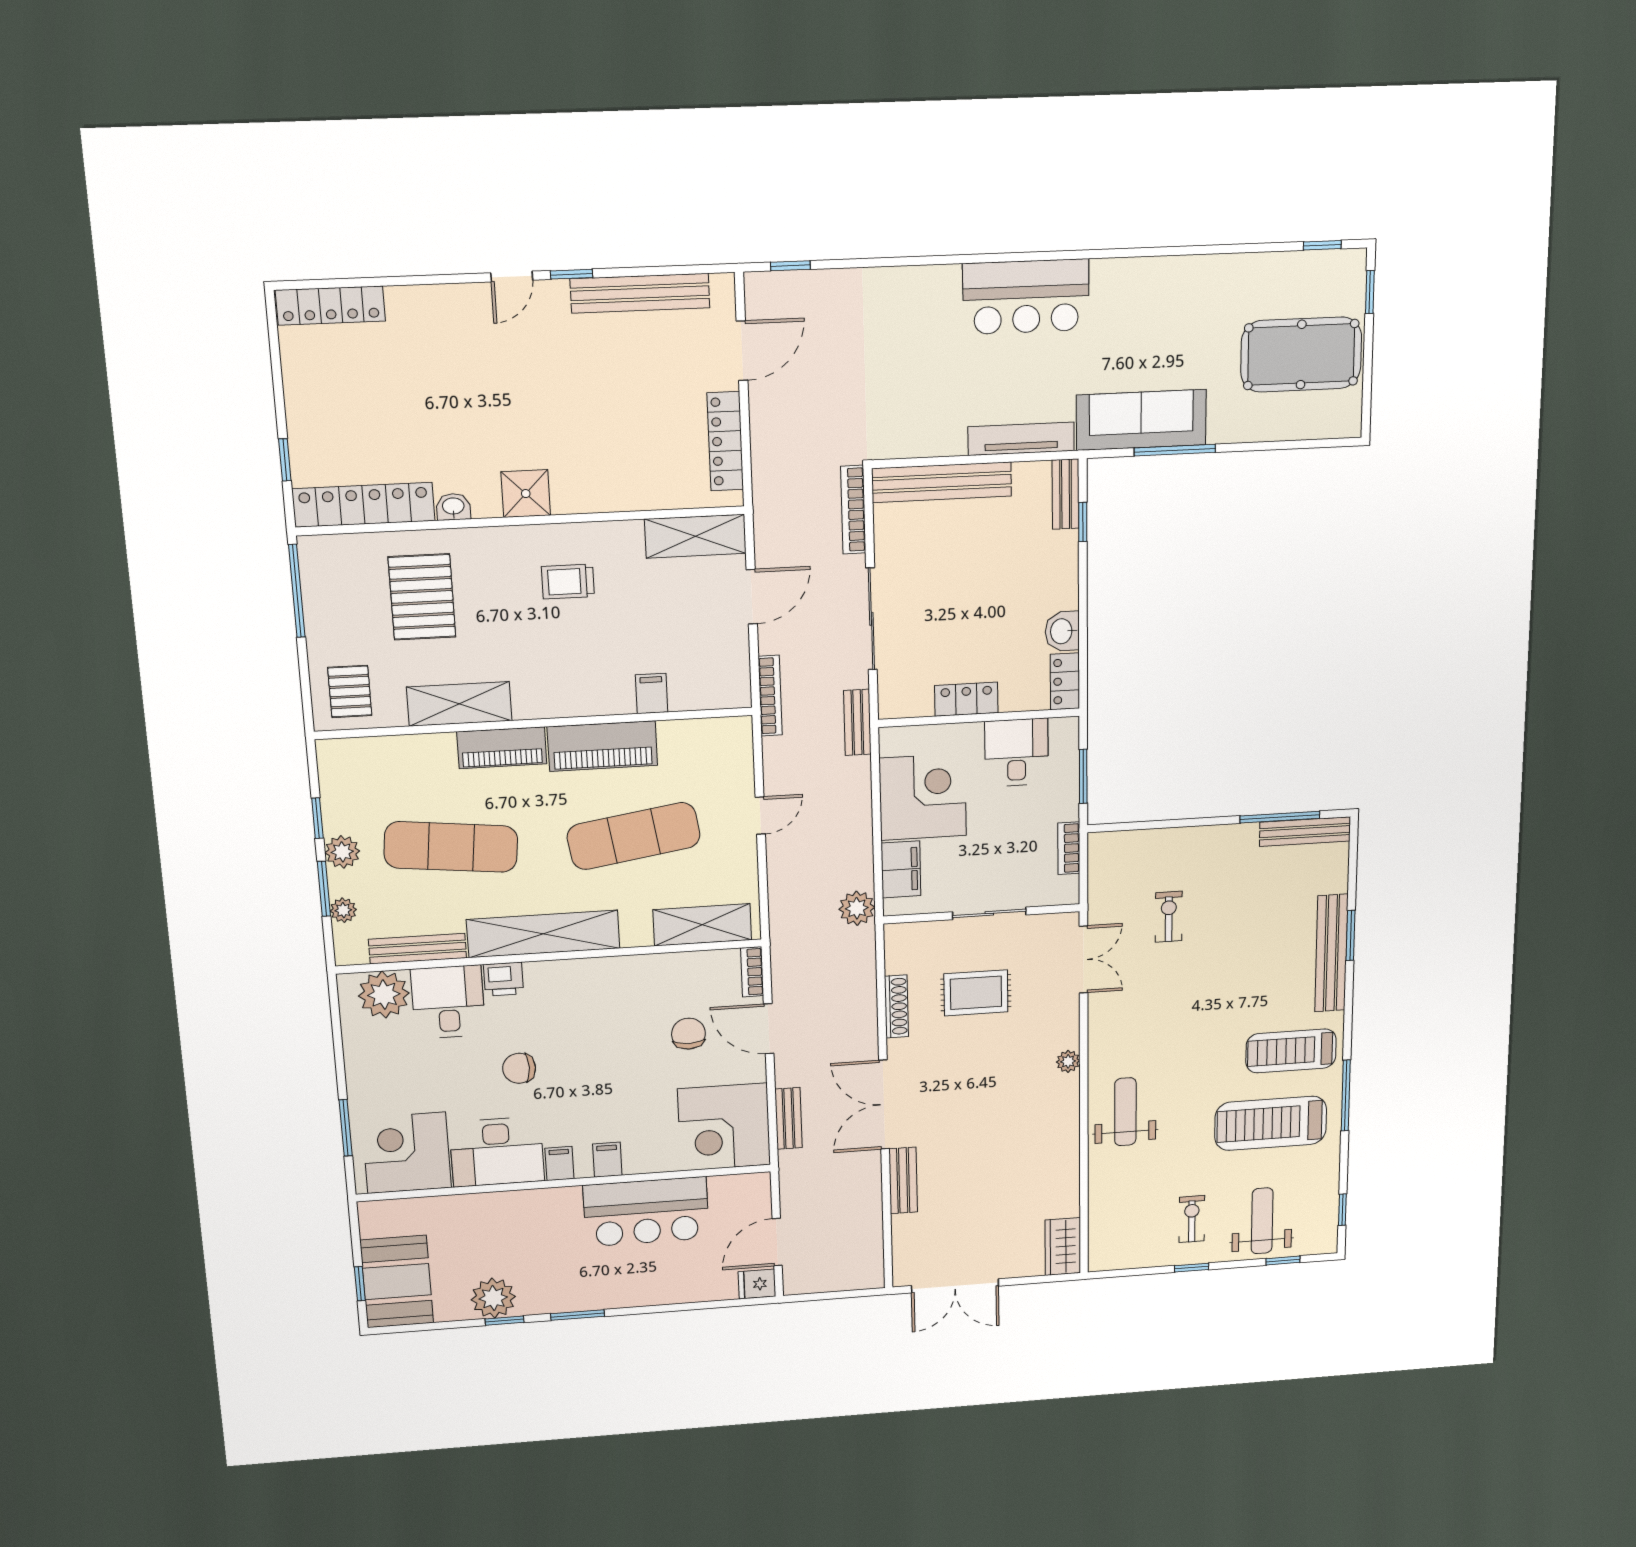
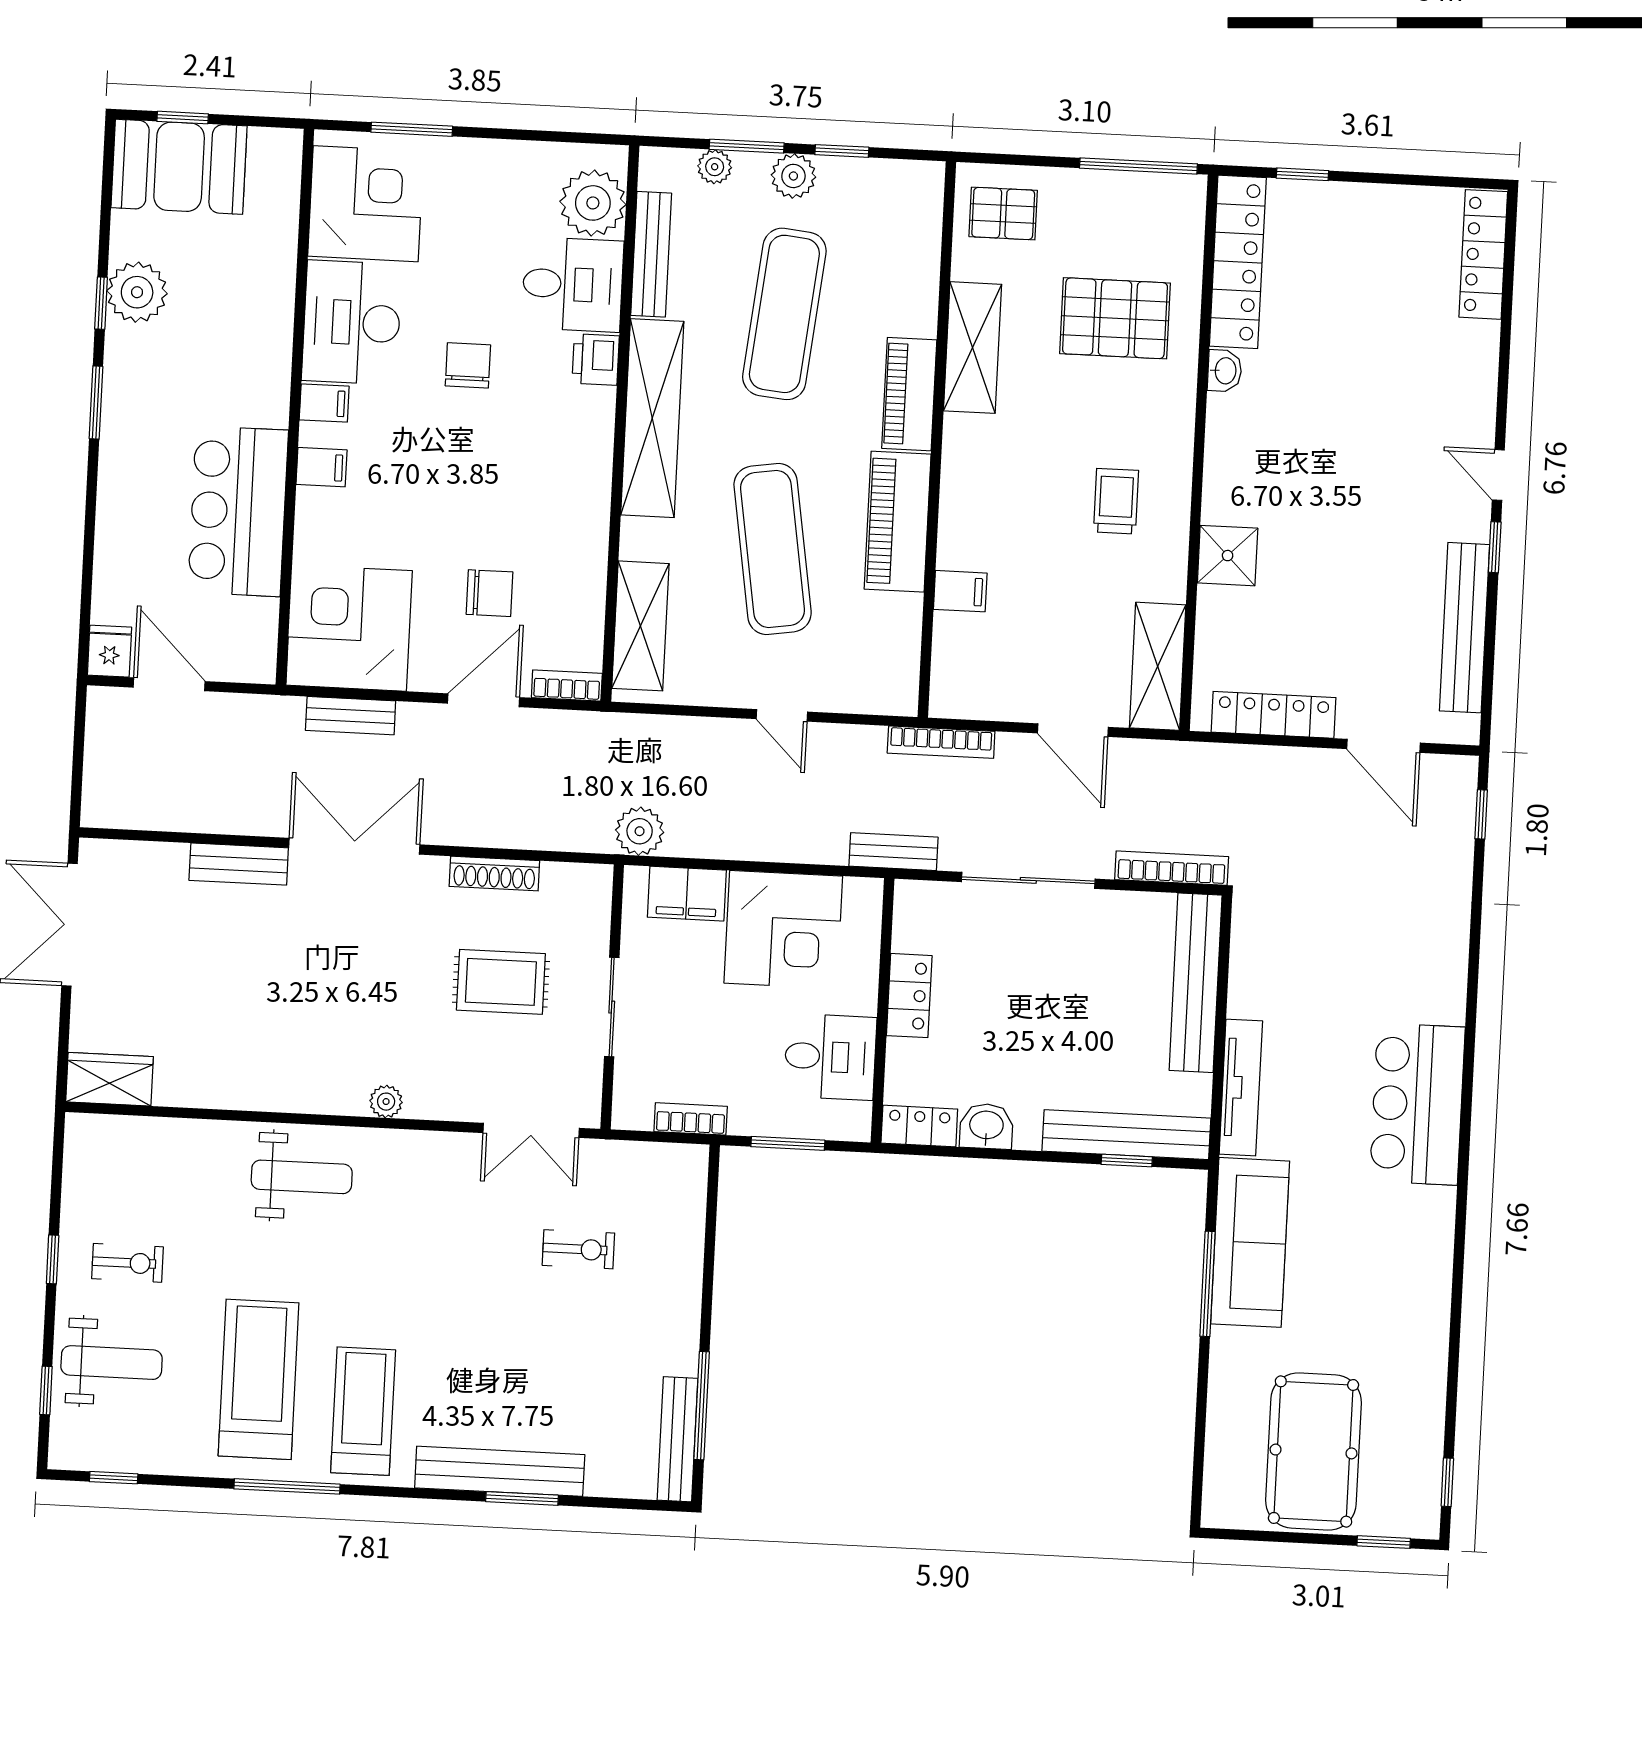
shower: (526, 494) -> (1228, 556), moved
bench: (1066, 494) -> (1126, 1135), width x1.86, depth x1.21
rug: (976, 993) -> (501, 982), turned 90

